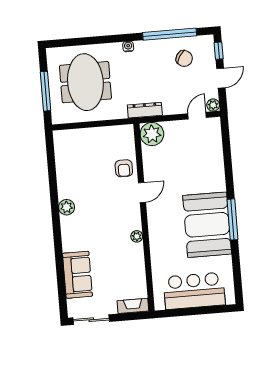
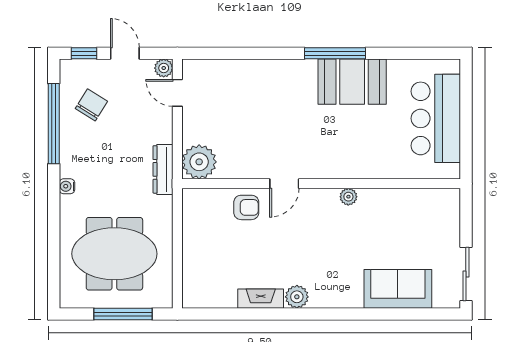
door: (142, 193) -> (284, 184), swing flipped
booth: (207, 225) -> (352, 82), width x0.73, depth x0.70
fireplace: (133, 306) -> (261, 299), moved, turned 90

